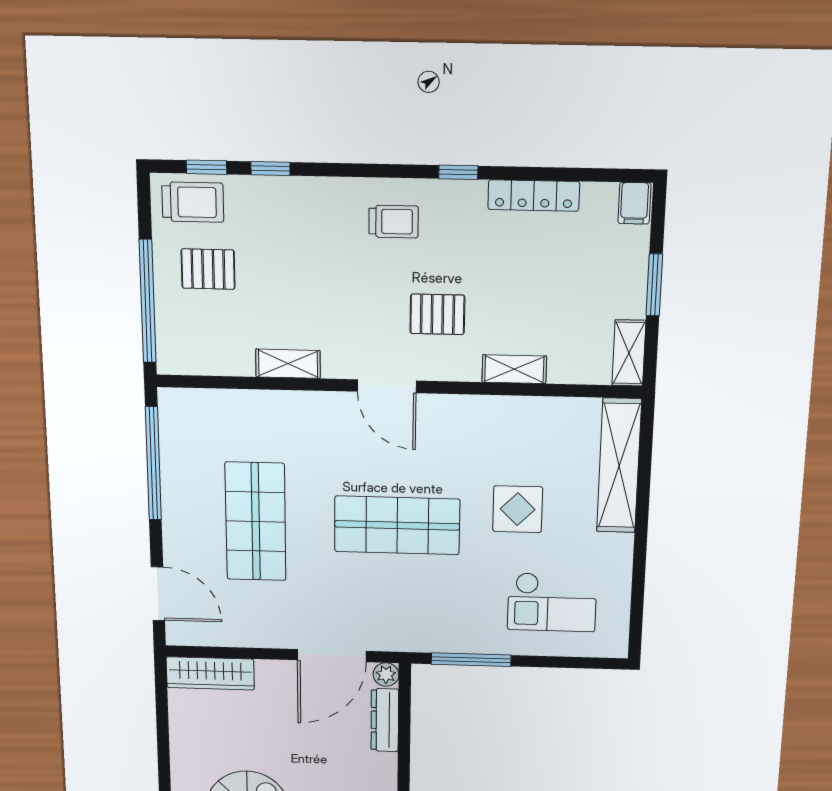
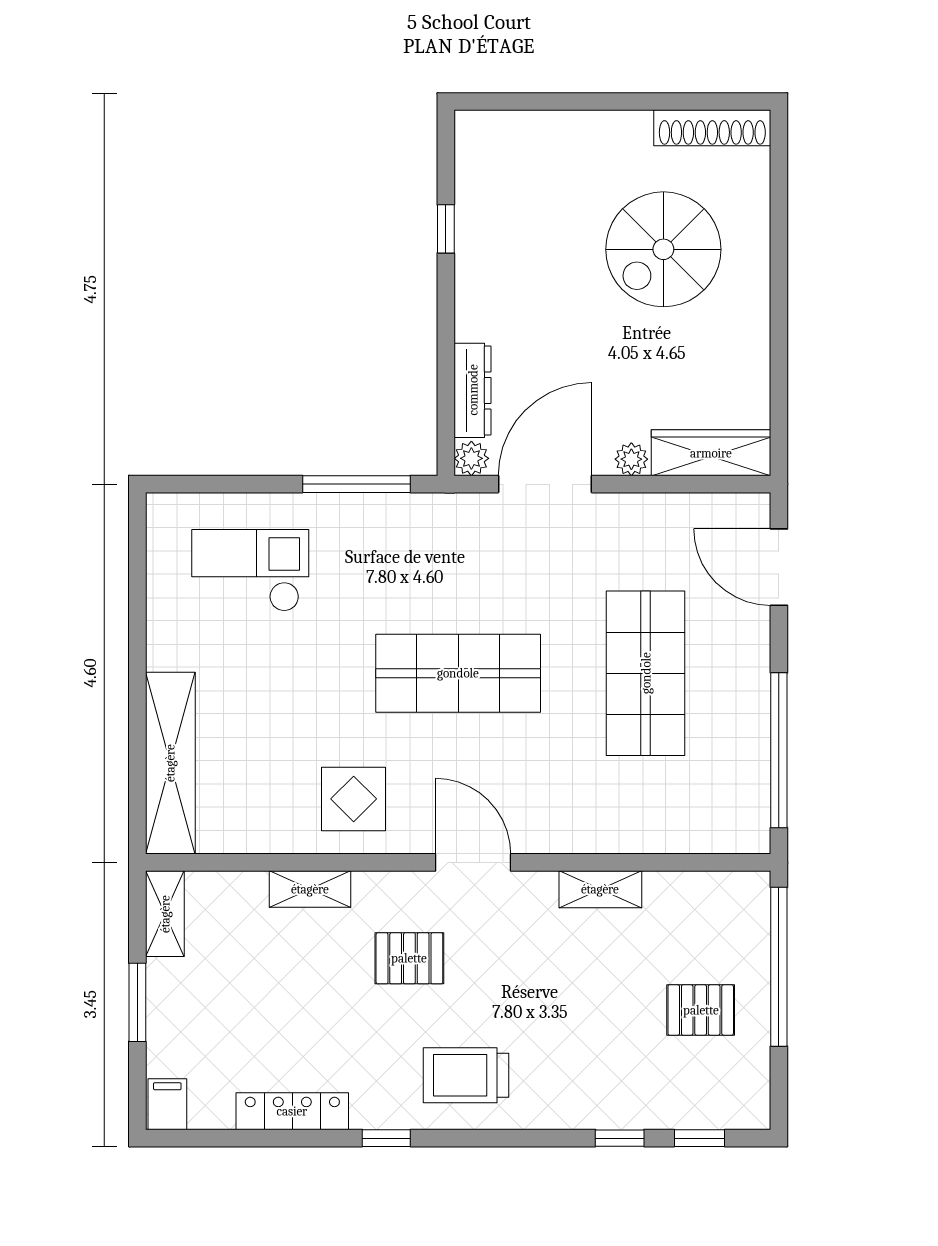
trolley: (193, 202) -> (718, 1094), removed
trolley: (394, 222) -> (466, 1075), width x1.36, depth x1.39
display table: (518, 509) -> (354, 799), moved
plant: (268, 671) -> (631, 459), added

